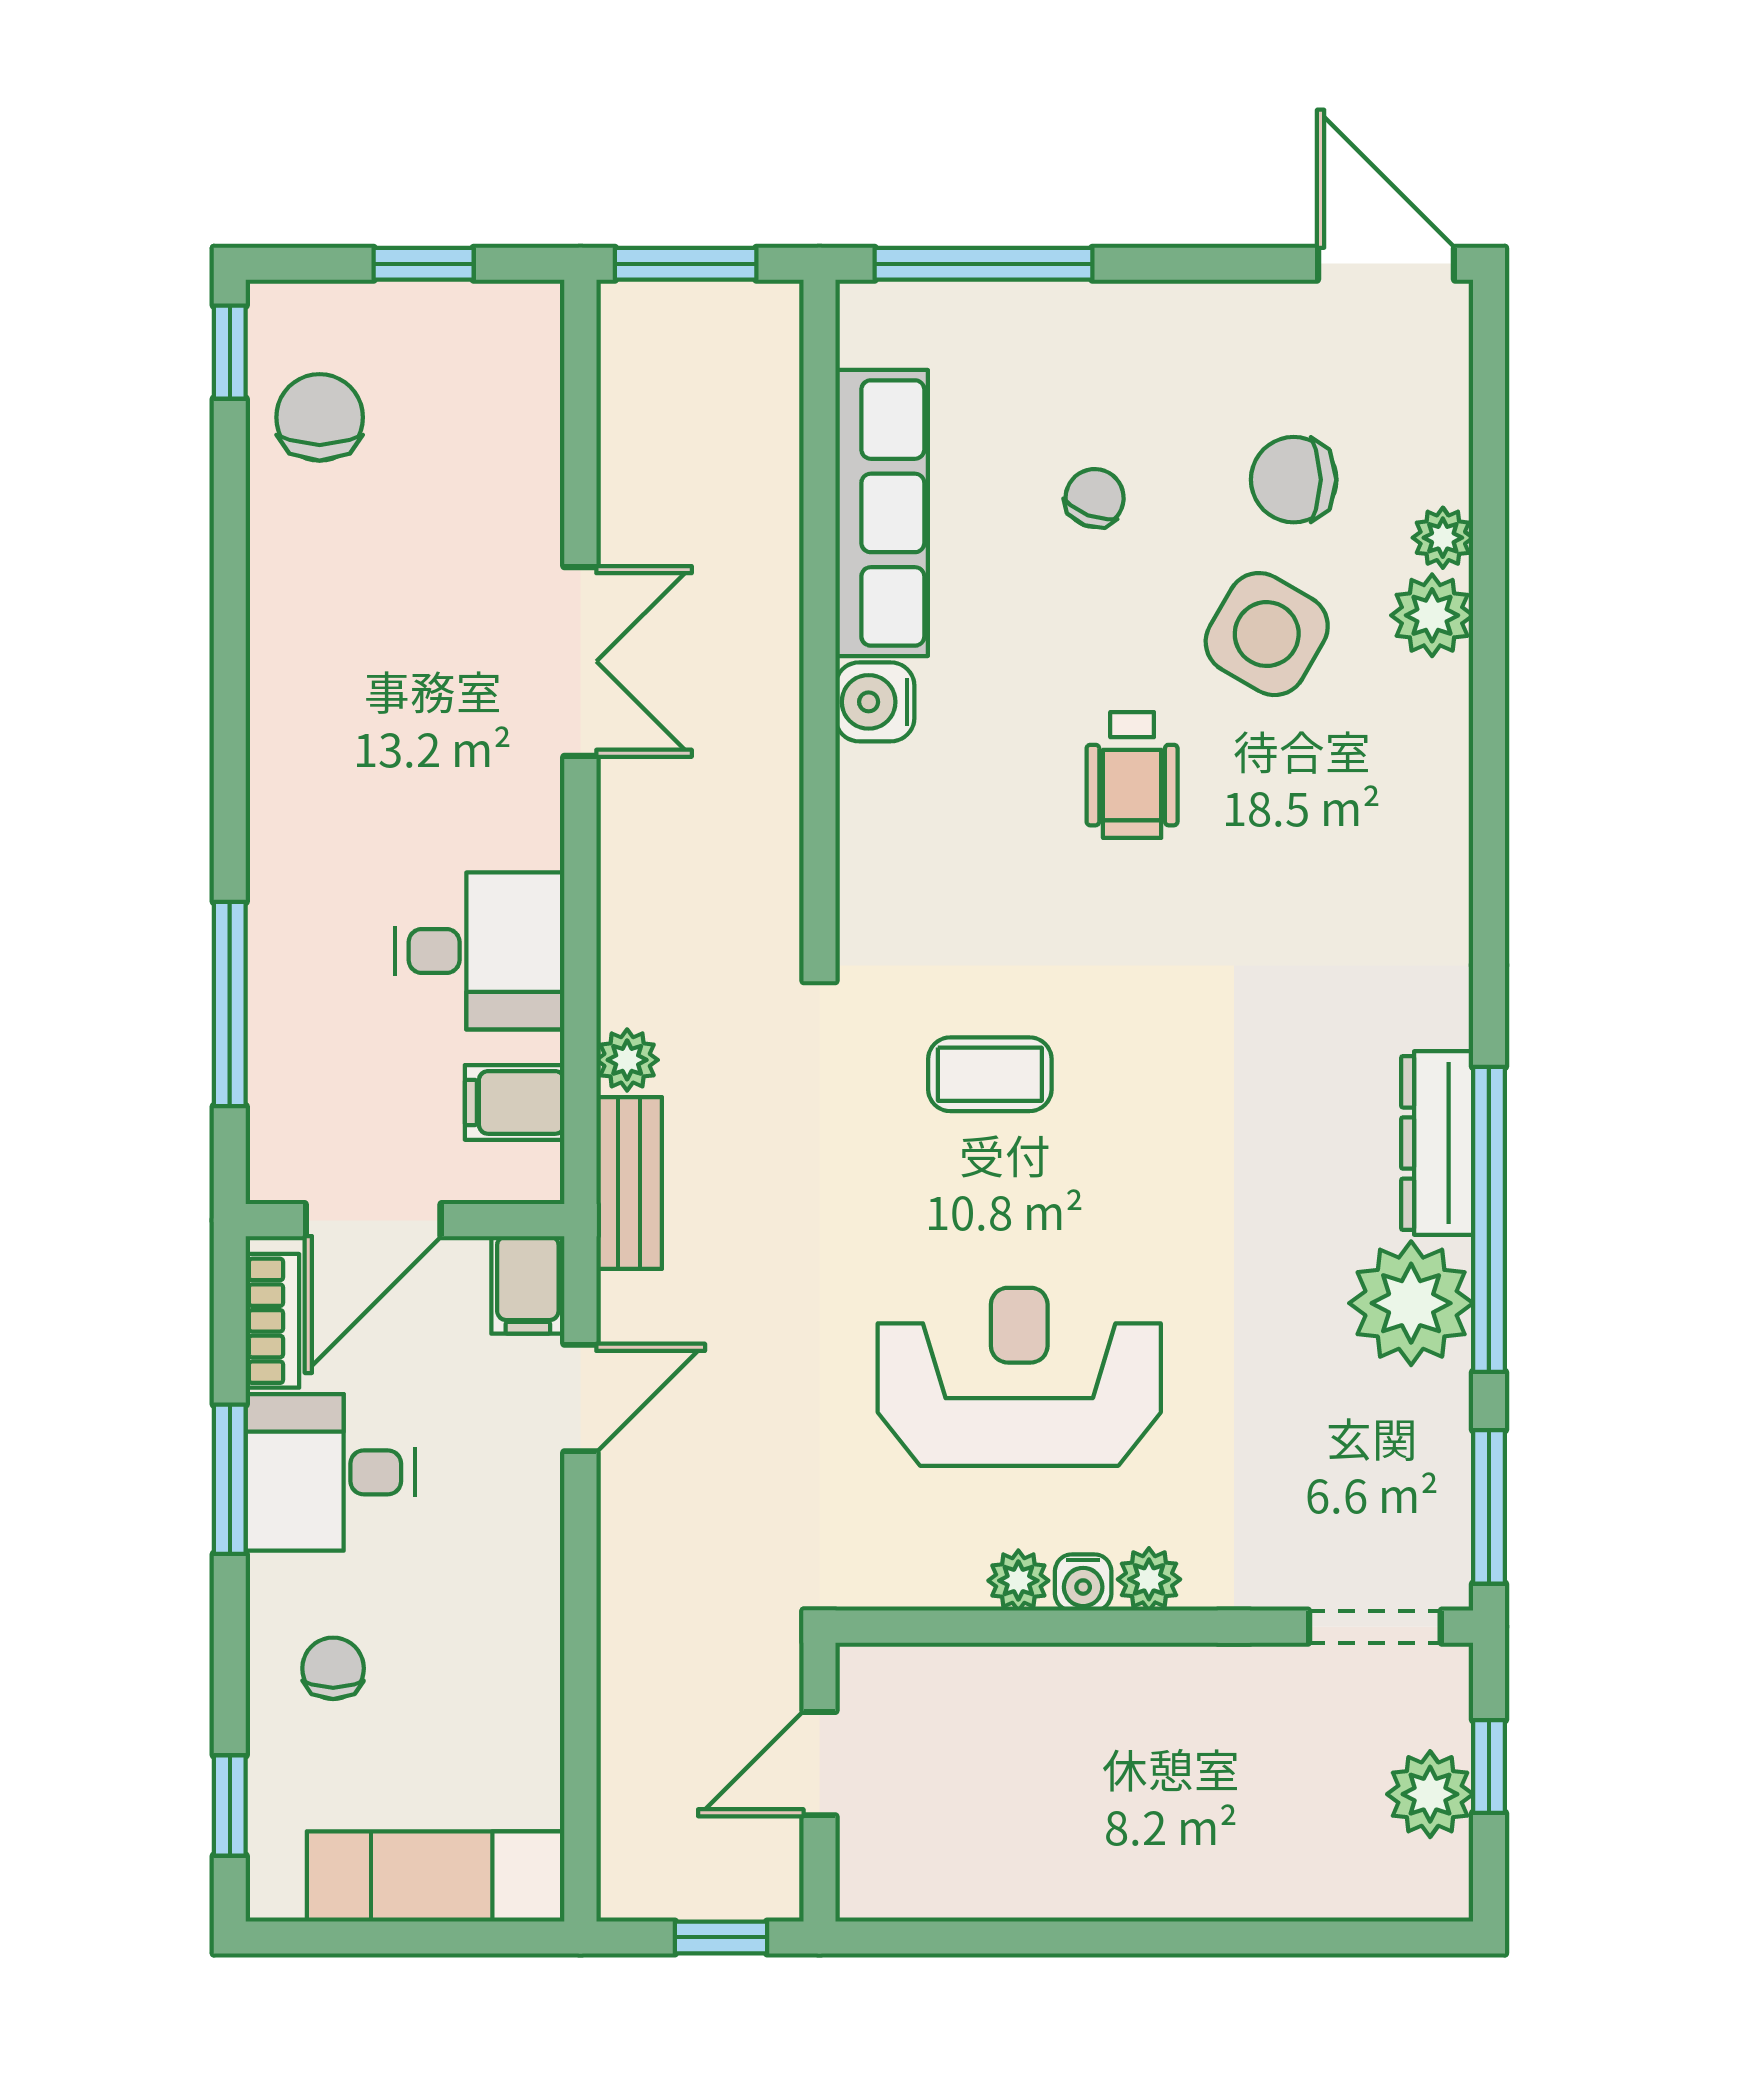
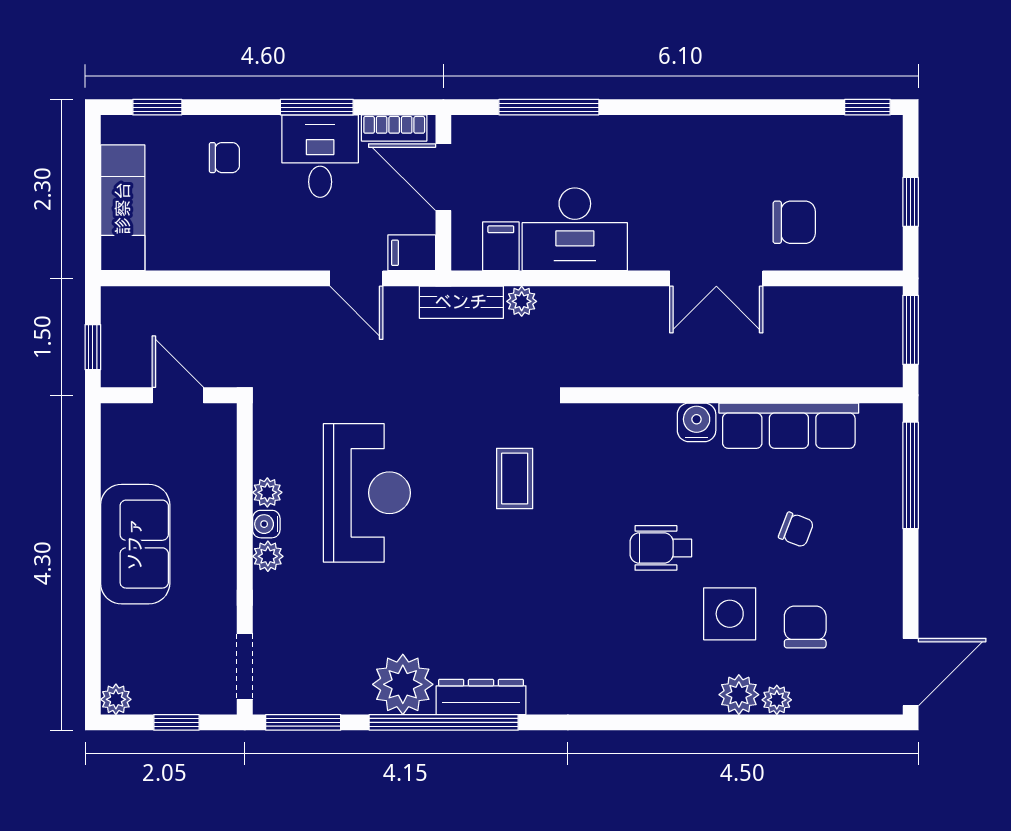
chair: (320, 417) -> (794, 222), moved
side table: (1267, 634) -> (730, 614), turned -30
desk: (480, 951) -> (575, 229), width x1.37
plant: (1430, 1794) -> (116, 699), moved, width x0.73, depth x0.73
sofa: (1124, 1851) -> (135, 544), added

